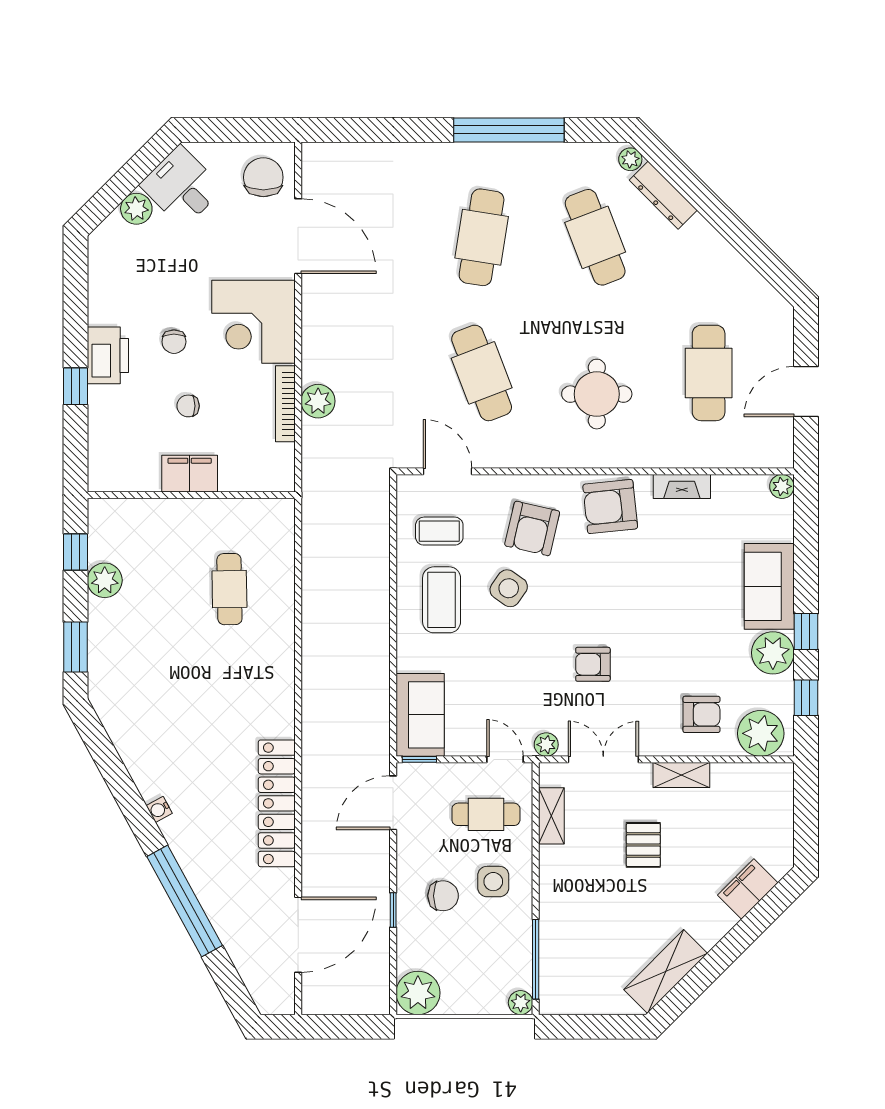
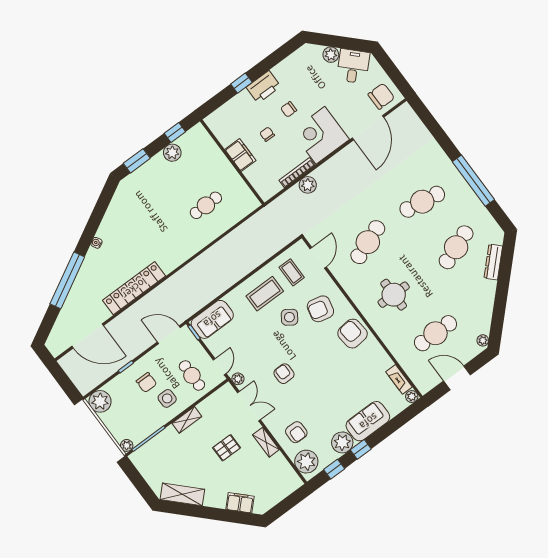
plant: (630, 159) -> (483, 340), moved
fireplace: (682, 487) -> (399, 379), moved
shelving: (551, 816) -> (187, 420), moved

